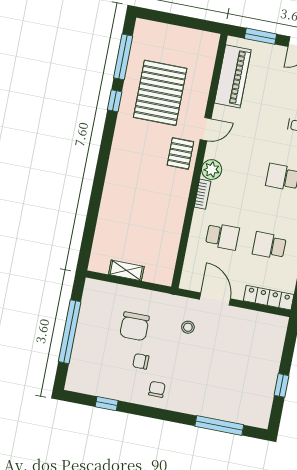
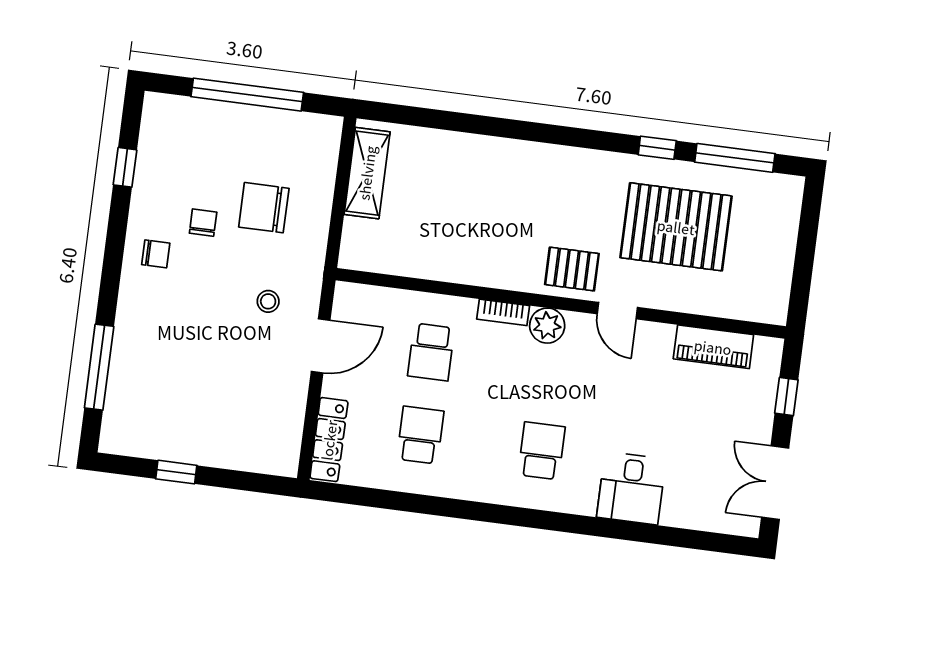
window: (260, 36) -> (786, 397), width x0.67
piano: (233, 76) -> (713, 347), width x0.73, depth x0.75
shelving: (126, 270) -> (367, 173), width x1.50, depth x1.33

